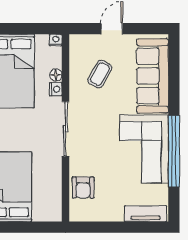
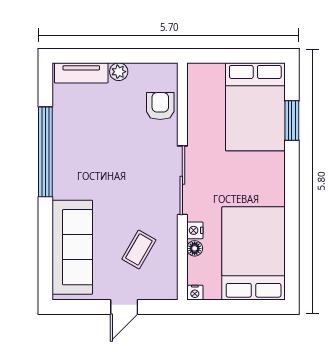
corner sofa: (144, 149) -> (83, 155), removed
plant: (116, 215) -> (119, 72), added

